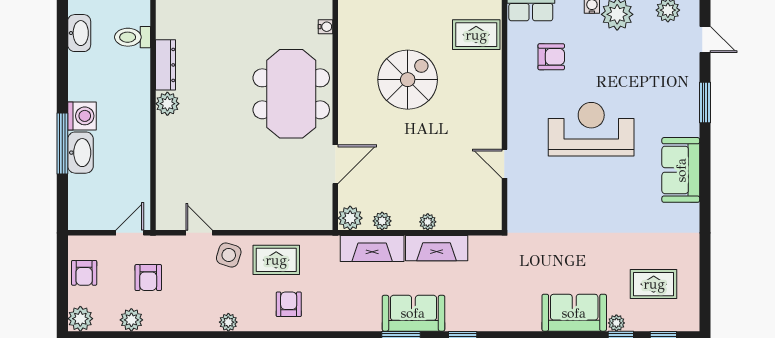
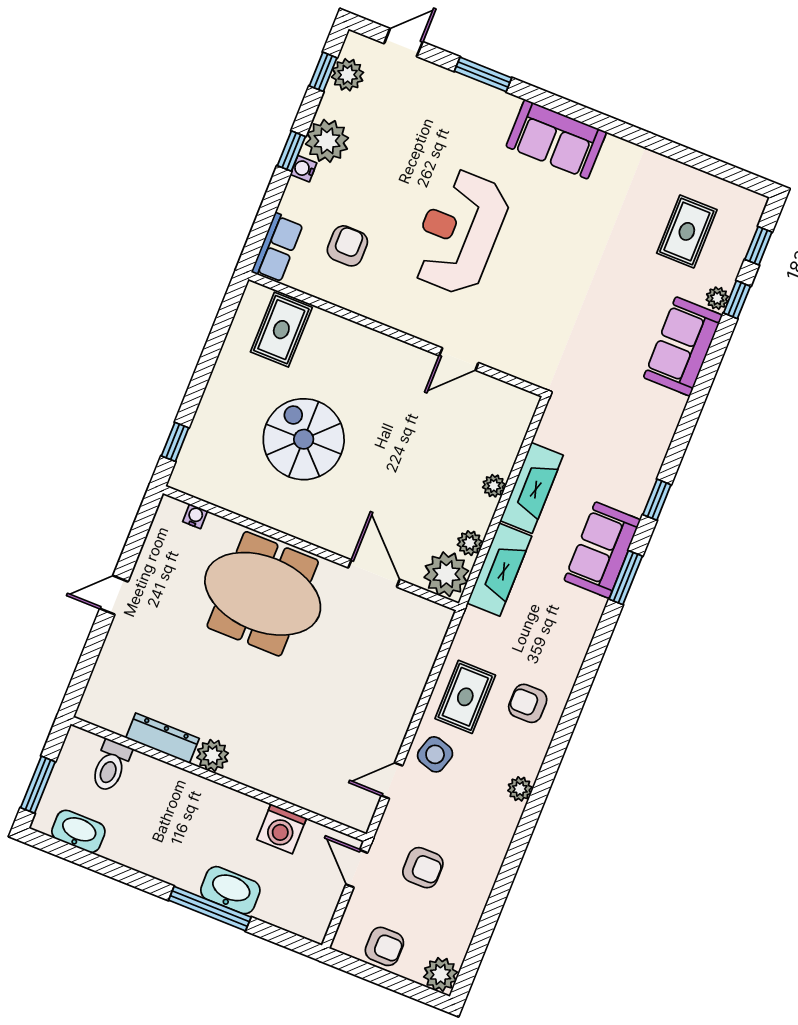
washing machine: (82, 116) -> (282, 829), moved, turned 180
plant: (350, 218) -> (446, 574), width x1.36, depth x1.36
plant: (131, 320) -> (468, 910), removed

